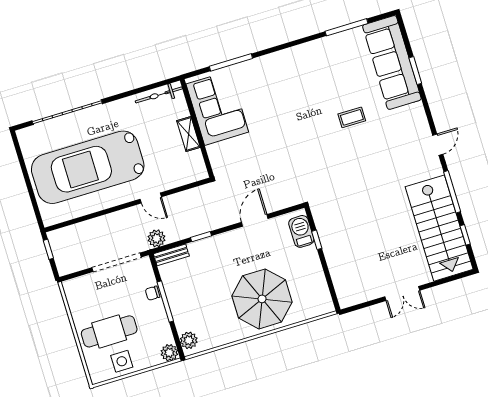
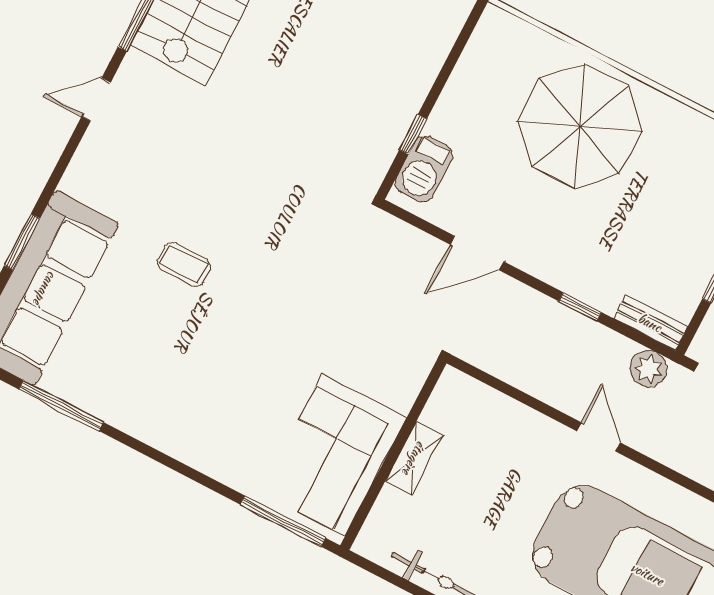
corner sofa: (217, 108) -> (334, 455), moved
wall: (197, 128) -> (393, 454), moved
shelving: (188, 134) -> (414, 458), moved

